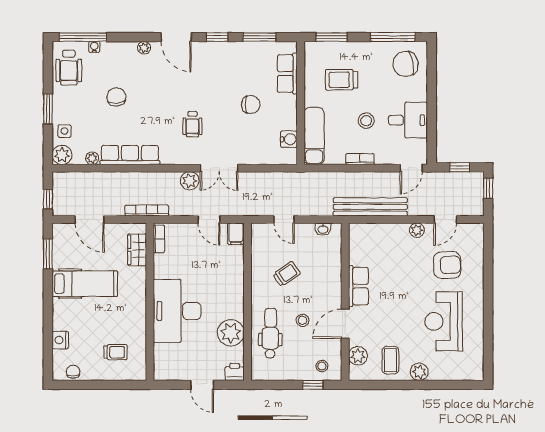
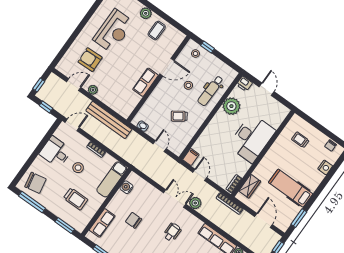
plant: (358, 356) -> (172, 45), removed

